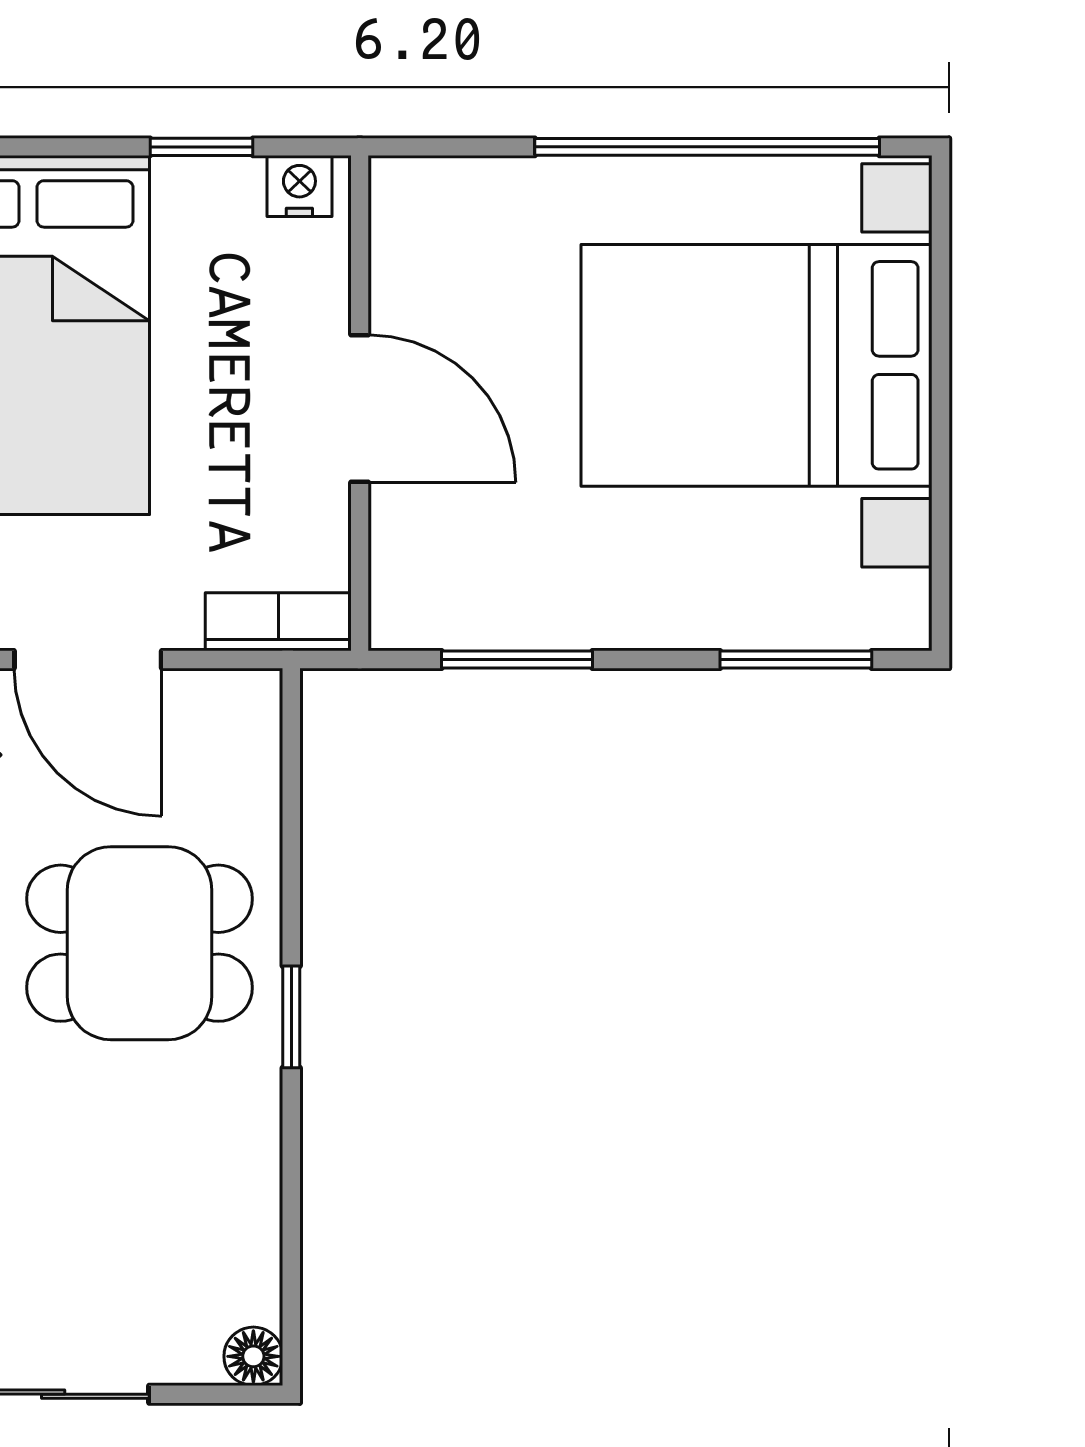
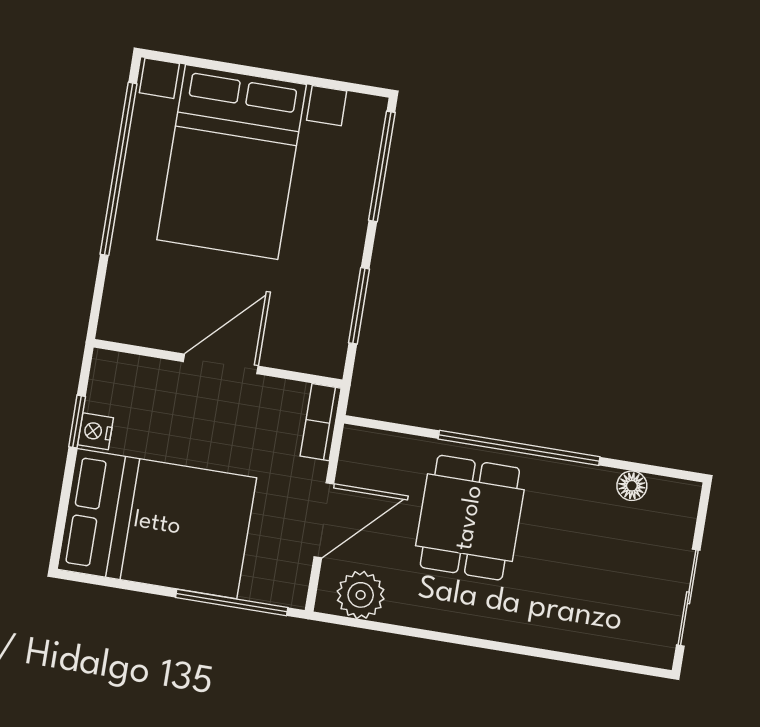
nightstand: (299, 186) -> (96, 431), moved
window: (796, 660) -> (382, 166), width x1.44
window: (291, 1017) -> (519, 448), width x3.17
floor lamp: (253, 1356) -> (632, 486), moved

